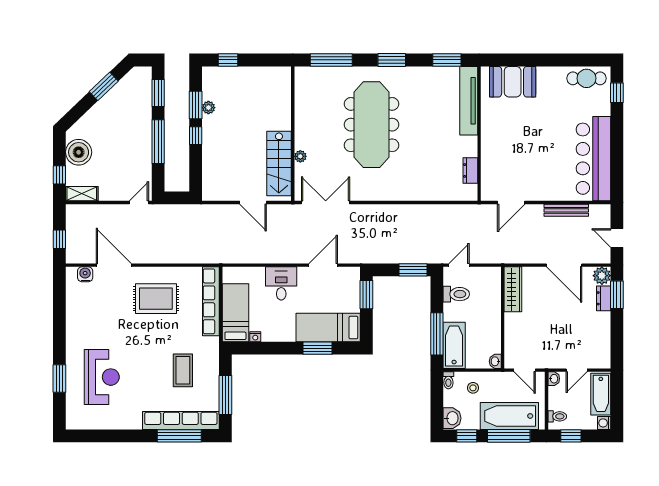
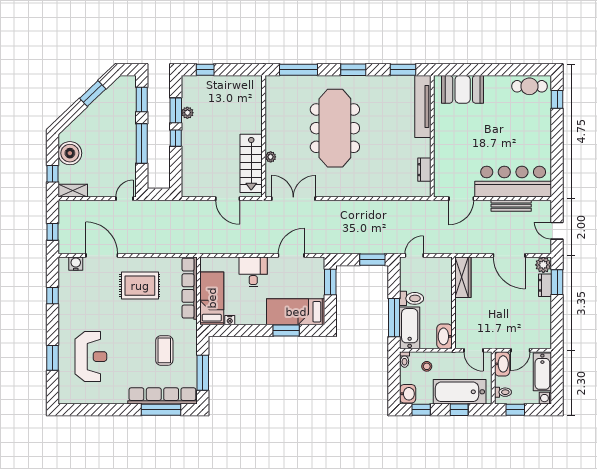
bar counter: (593, 159) -> (513, 182), moved, turned 90
toilet: (456, 294) -> (412, 298), moved
window: (59, 310) -> (52, 296), added
washbasin: (495, 361) -> (445, 336), width x1.91, depth x1.45
washbasin: (554, 379) -> (502, 364), width x1.91, depth x1.45
window: (509, 436) -> (459, 410), width x0.46

